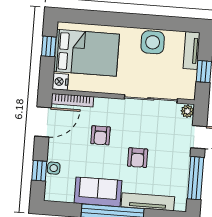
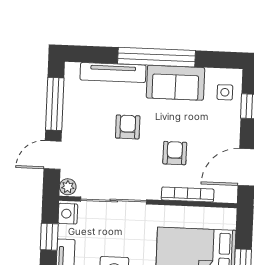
nightstand: (60, 82) -> (68, 214), moved, turned 180
bookcase: (72, 100) -> (188, 195), moved
side table: (54, 168) -> (225, 92), moved

